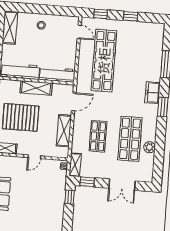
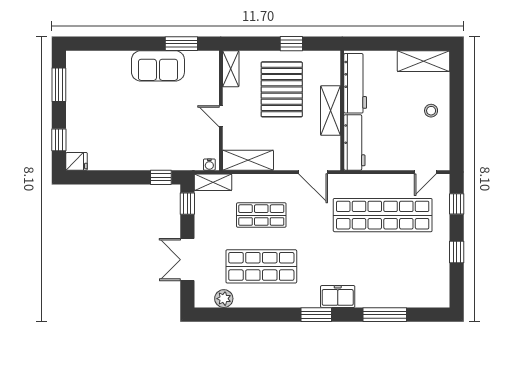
shelving: (64, 131) -> (248, 160), moved
plant: (150, 147) -> (224, 299), moved

